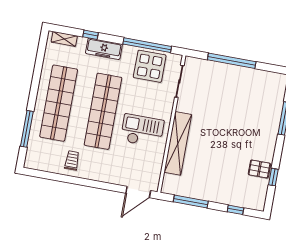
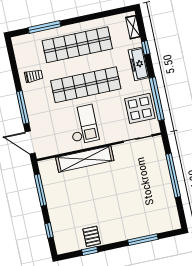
window: (99, 185) -> (23, 107), added

